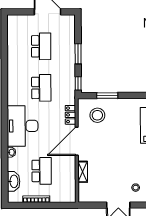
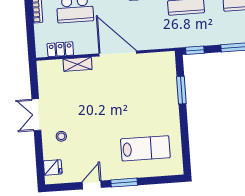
locker: (70, 115) -> (60, 49), moved
stool: (97, 115) -> (154, 79), removed

